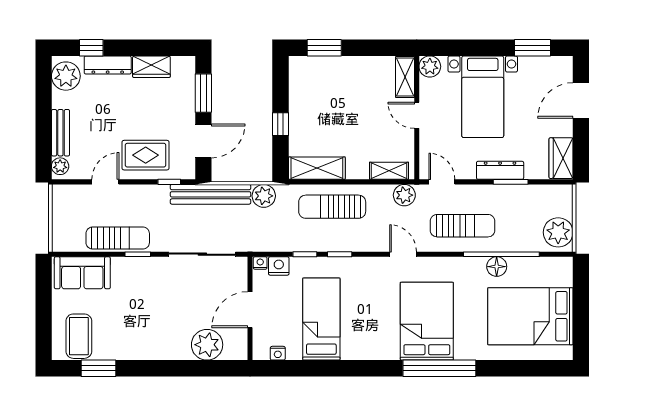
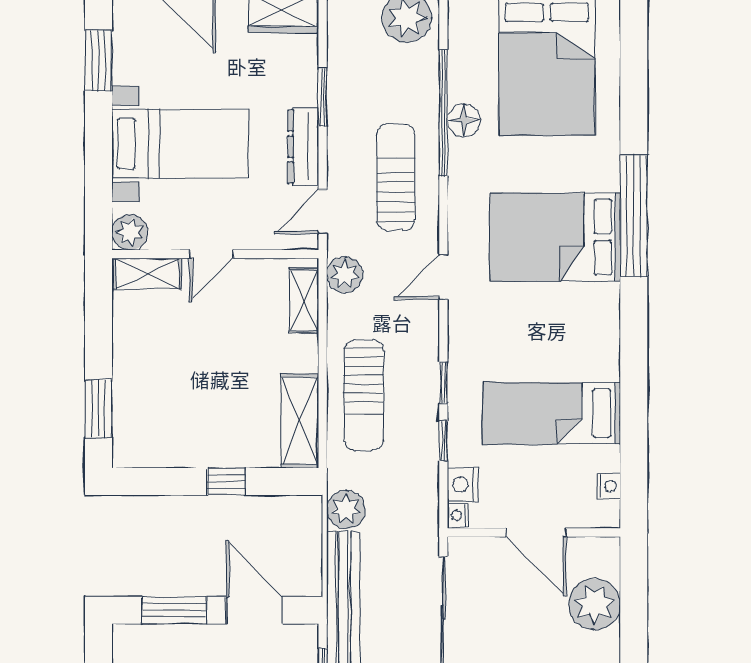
dresser: (500, 170) -> (303, 147), moved

